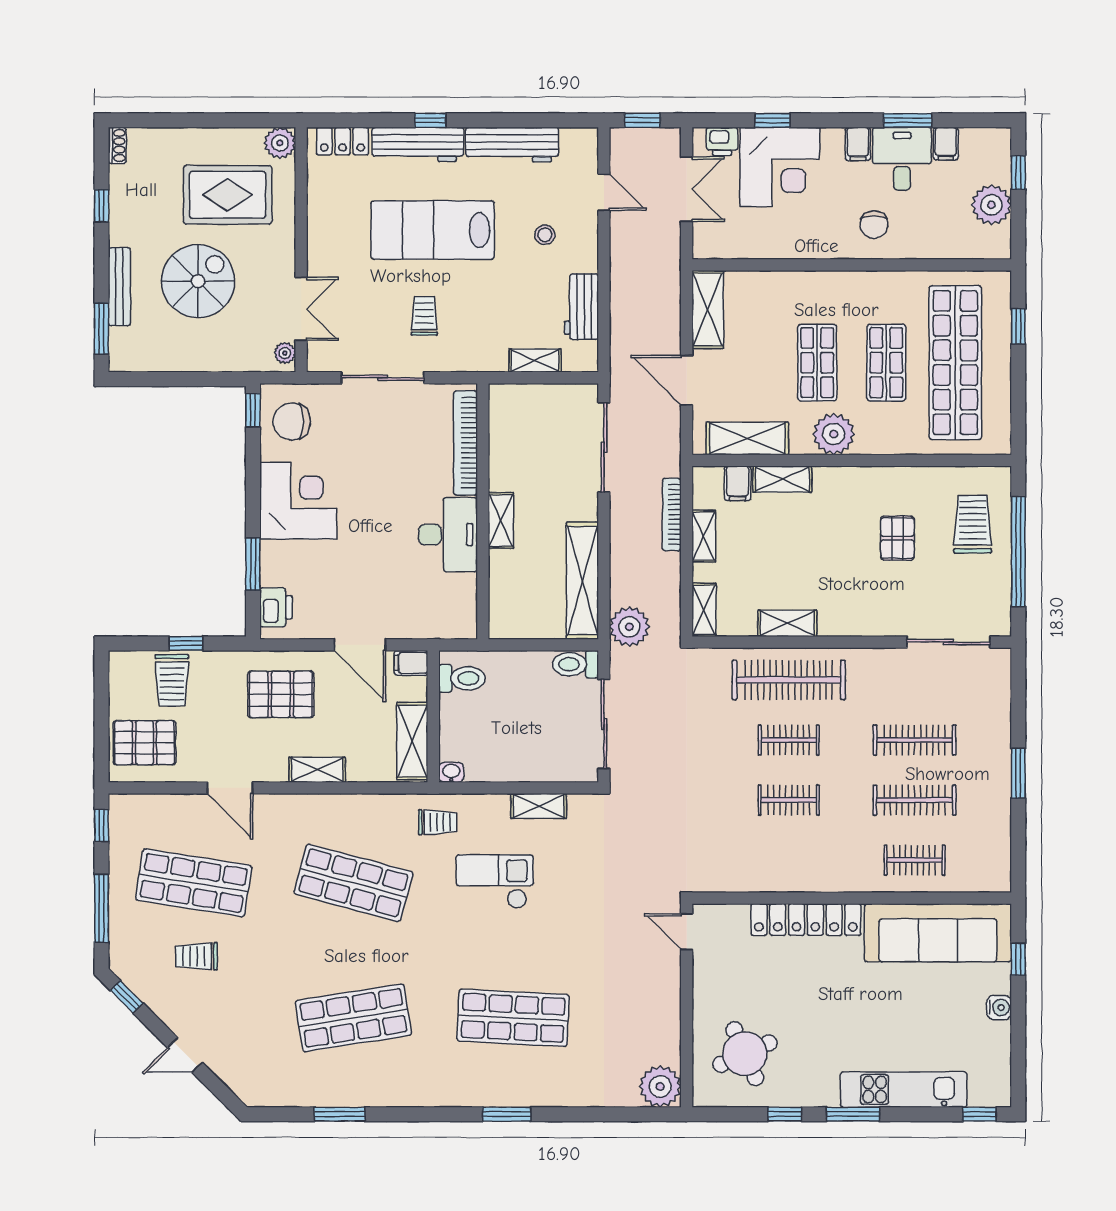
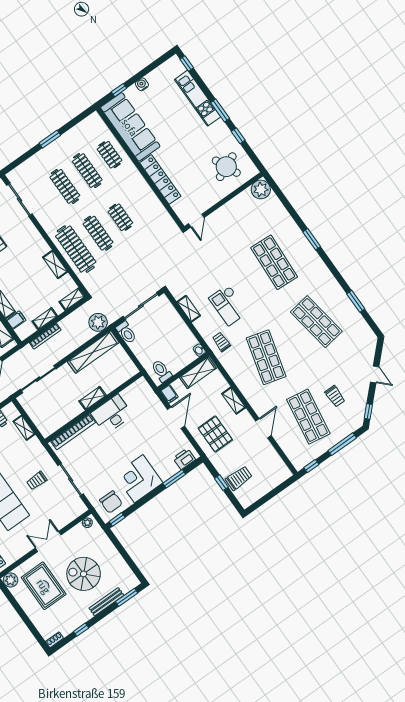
double door: (301, 309) -> (48, 541), moved
clothes rail: (789, 740) -> (98, 233), width x1.36
pallet: (145, 743) -> (269, 472), removed

